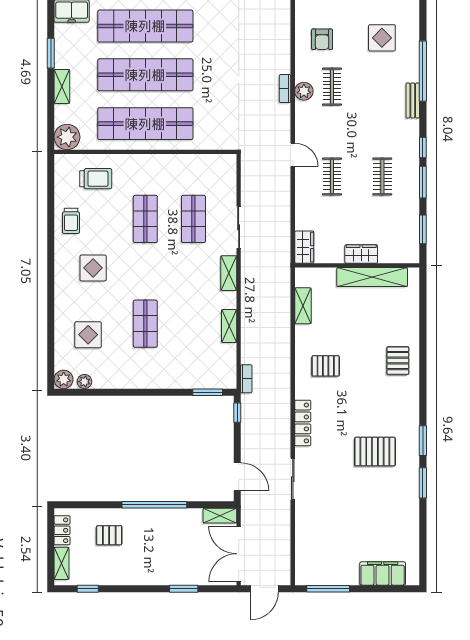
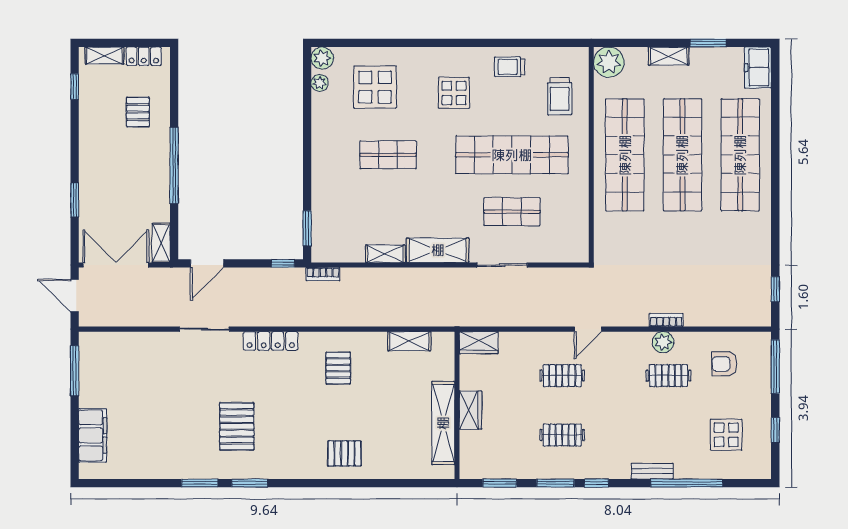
shop shelf: (145, 219) -> (512, 155), width x2.00, depth x1.36
shelving: (229, 273) -> (438, 250), width x1.50, depth x1.33
display table: (88, 335) -> (375, 87), width x1.36, depth x1.36

